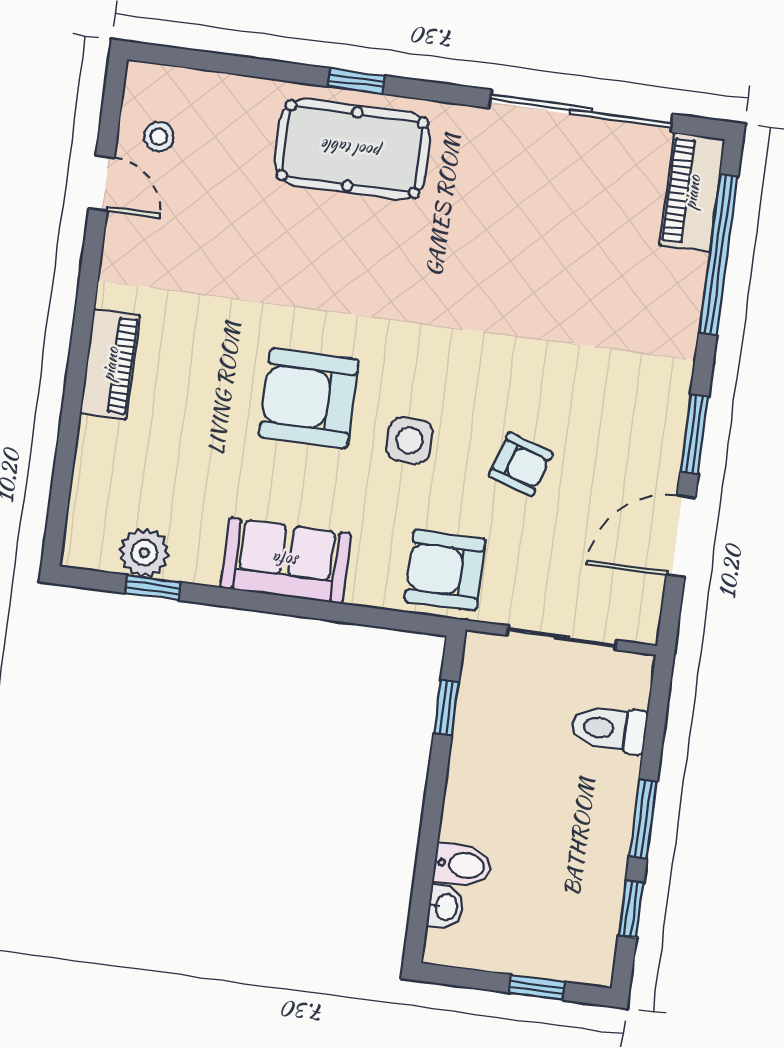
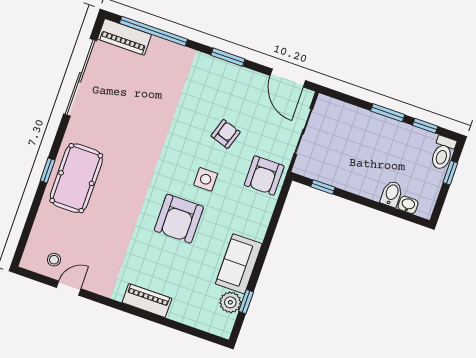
door: (681, 536) -> (288, 78), moved
sofa: (286, 561) -> (239, 264), moved
toilet: (609, 729) -> (443, 153), moved

